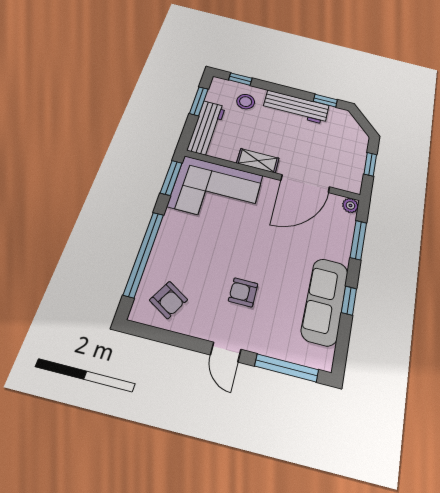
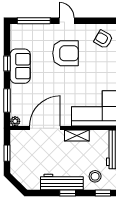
window: (325, 101) -> (68, 193), moved
armchair: (243, 292) -> (65, 53), width x1.88, depth x1.88
sofa: (325, 301) -> (20, 66), width x0.73

